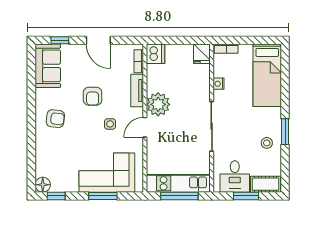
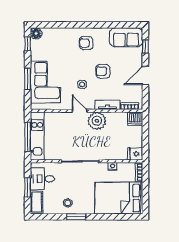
bed: (267, 75) -> (119, 198), width x1.50
armchair: (55, 119) -> (86, 43), turned 83

